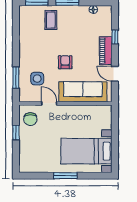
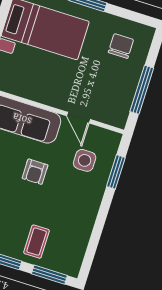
chair: (30, 119) -> (121, 46), moved
window: (16, 133) -> (142, 90), width x2.17

